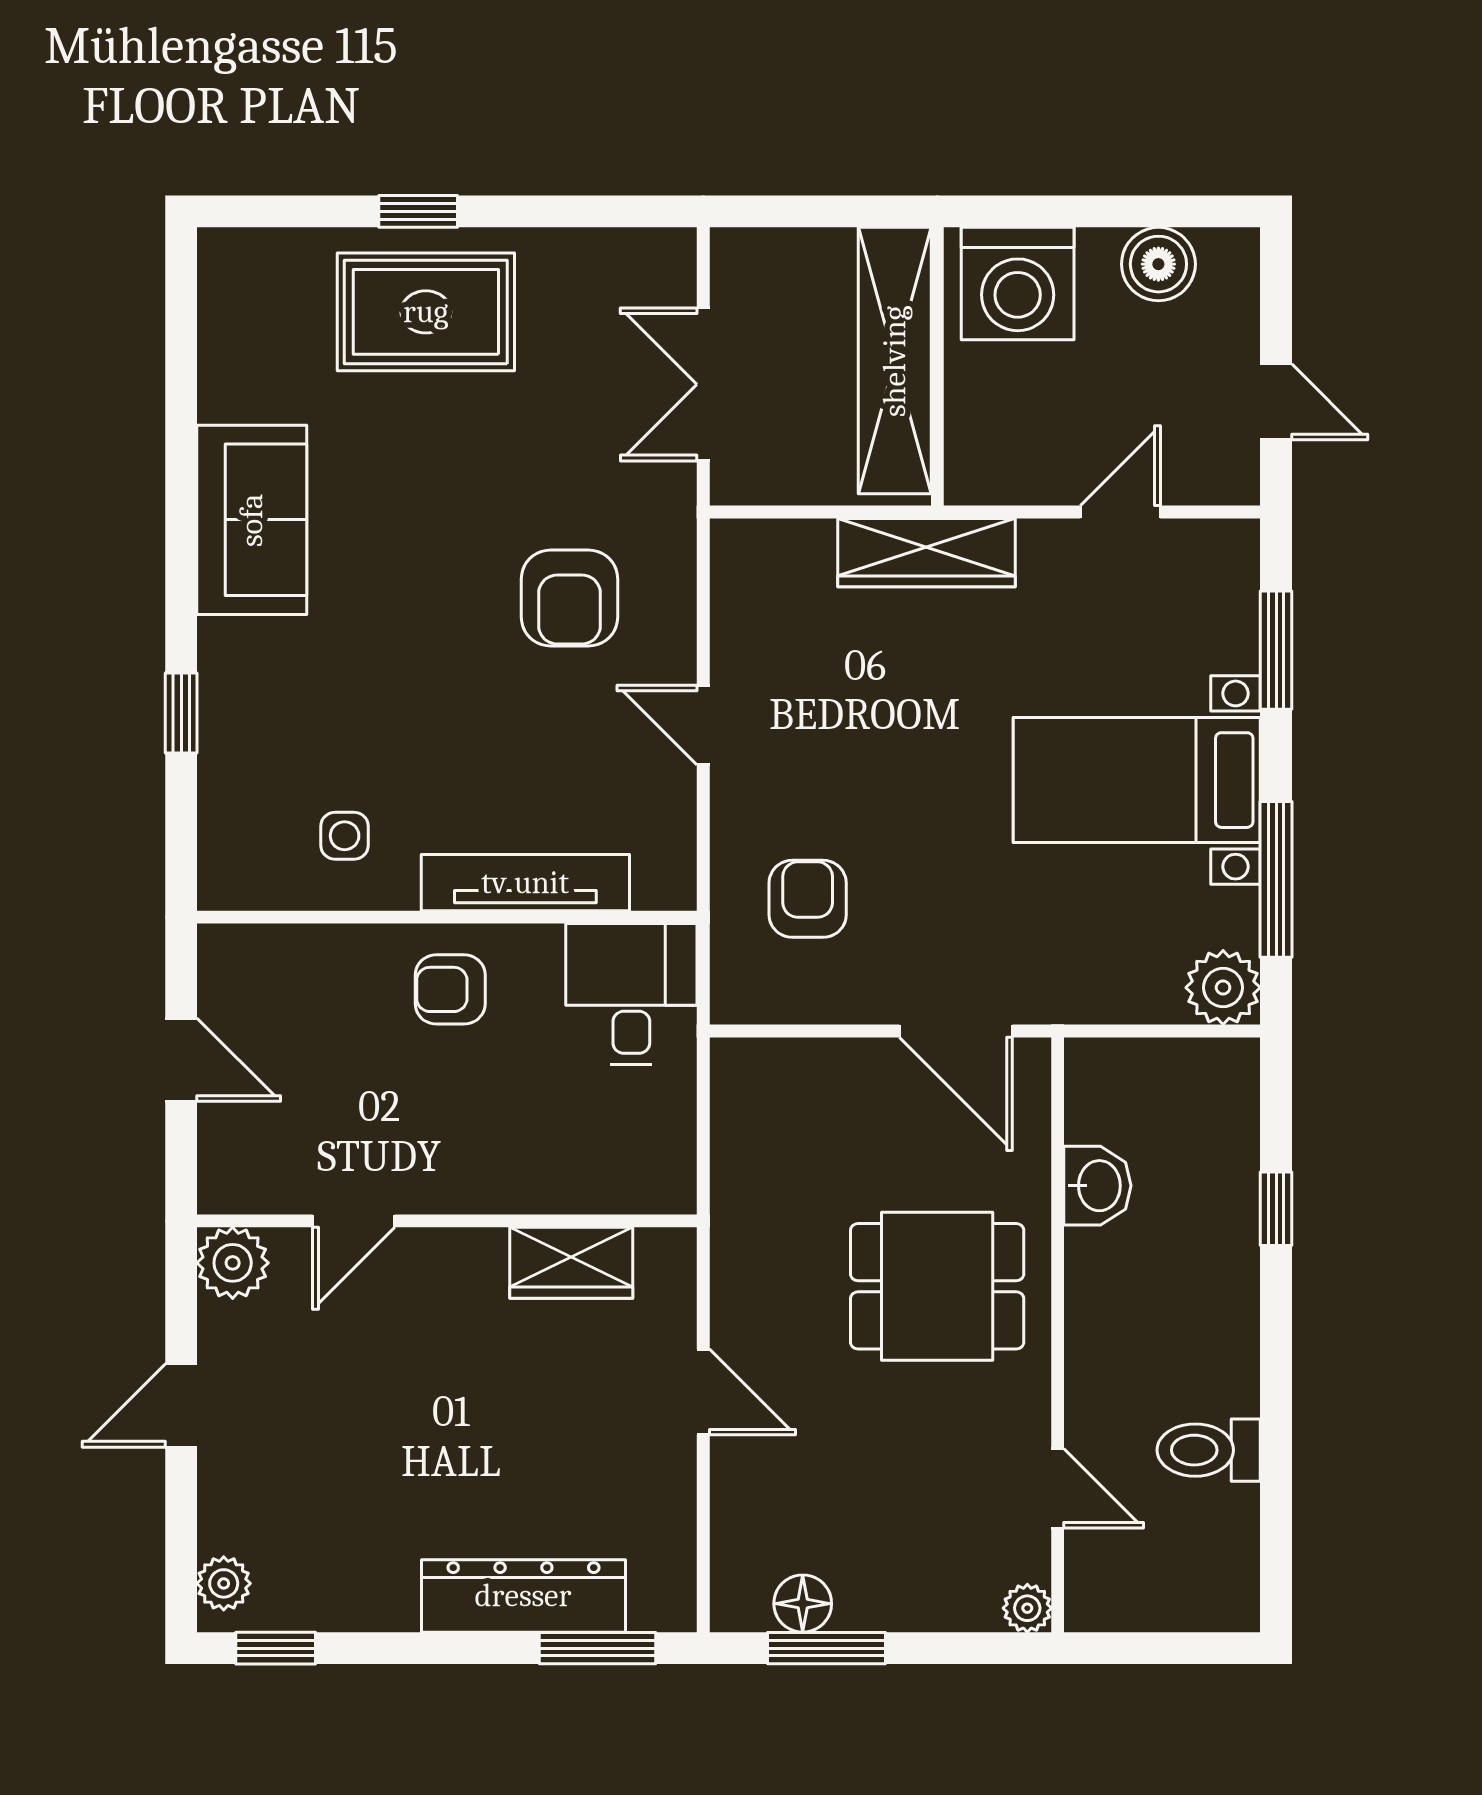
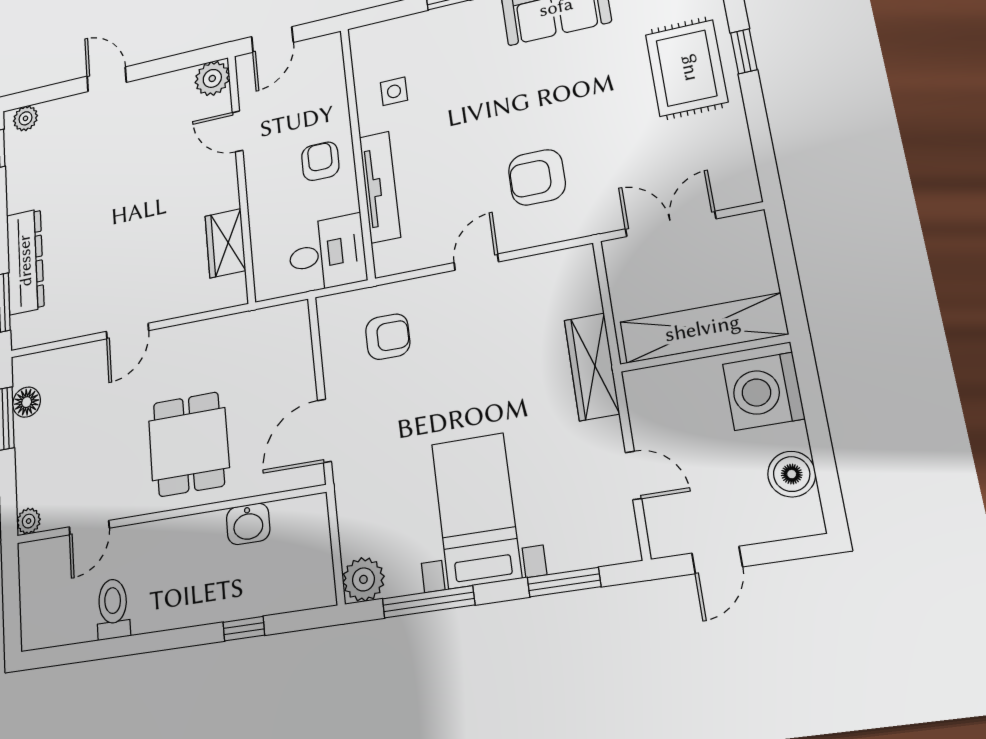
door: (354, 1221) -> (238, 131), moved
wall: (447, 1221) -> (241, 177), moved
plant: (233, 1263) -> (212, 78), moved
wardrobe: (571, 1263) -> (225, 243), moved

